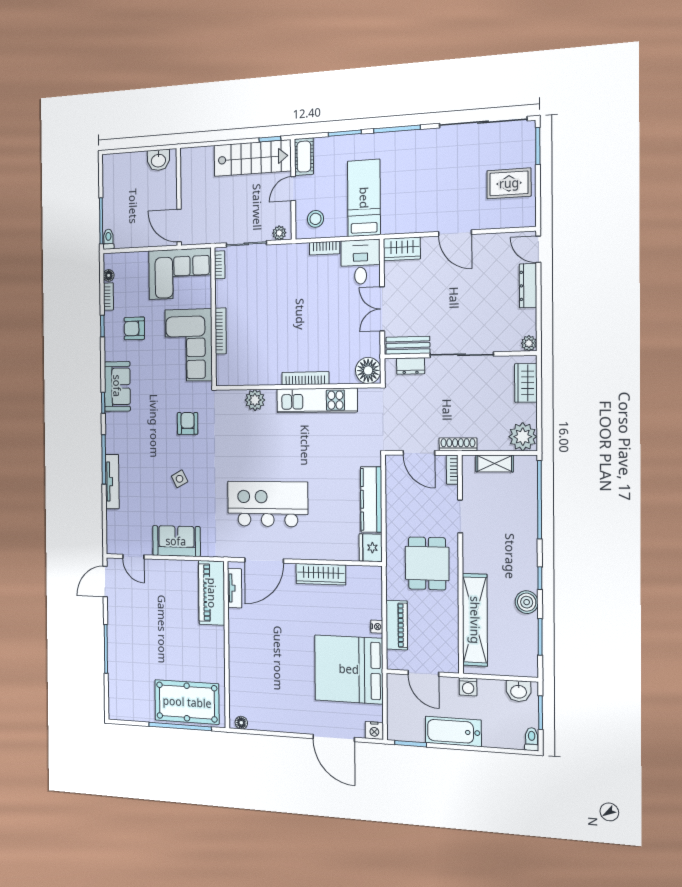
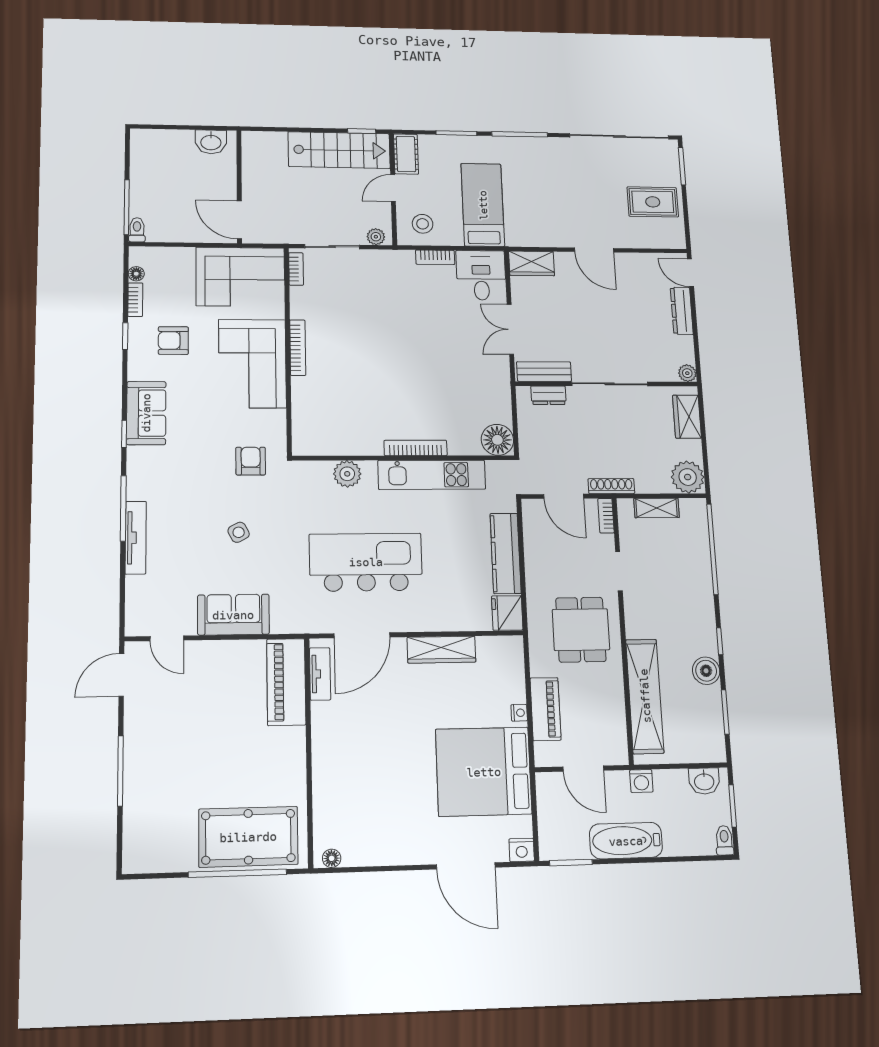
floor lamp: (368, 370) -> (497, 440), moved
bookcase: (305, 378) -> (416, 448), moved
wall: (297, 387) -> (404, 458), moved
plant: (255, 400) -> (347, 474), moved
kitchen unit: (317, 400) -> (432, 475), moved

